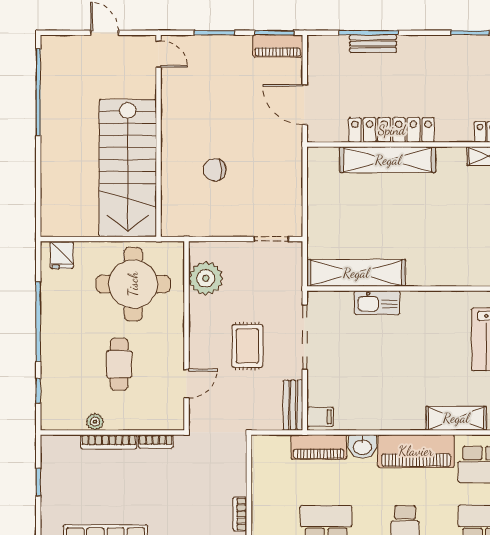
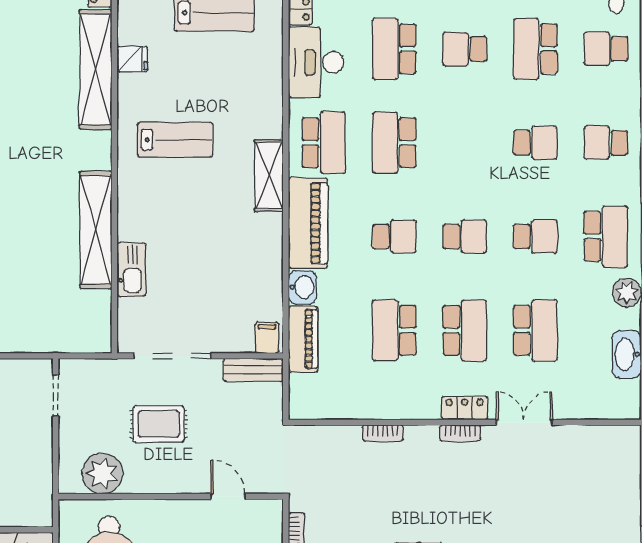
shelving: (356, 273) -> (96, 230), moved
rug: (247, 346) -> (159, 424), moved

